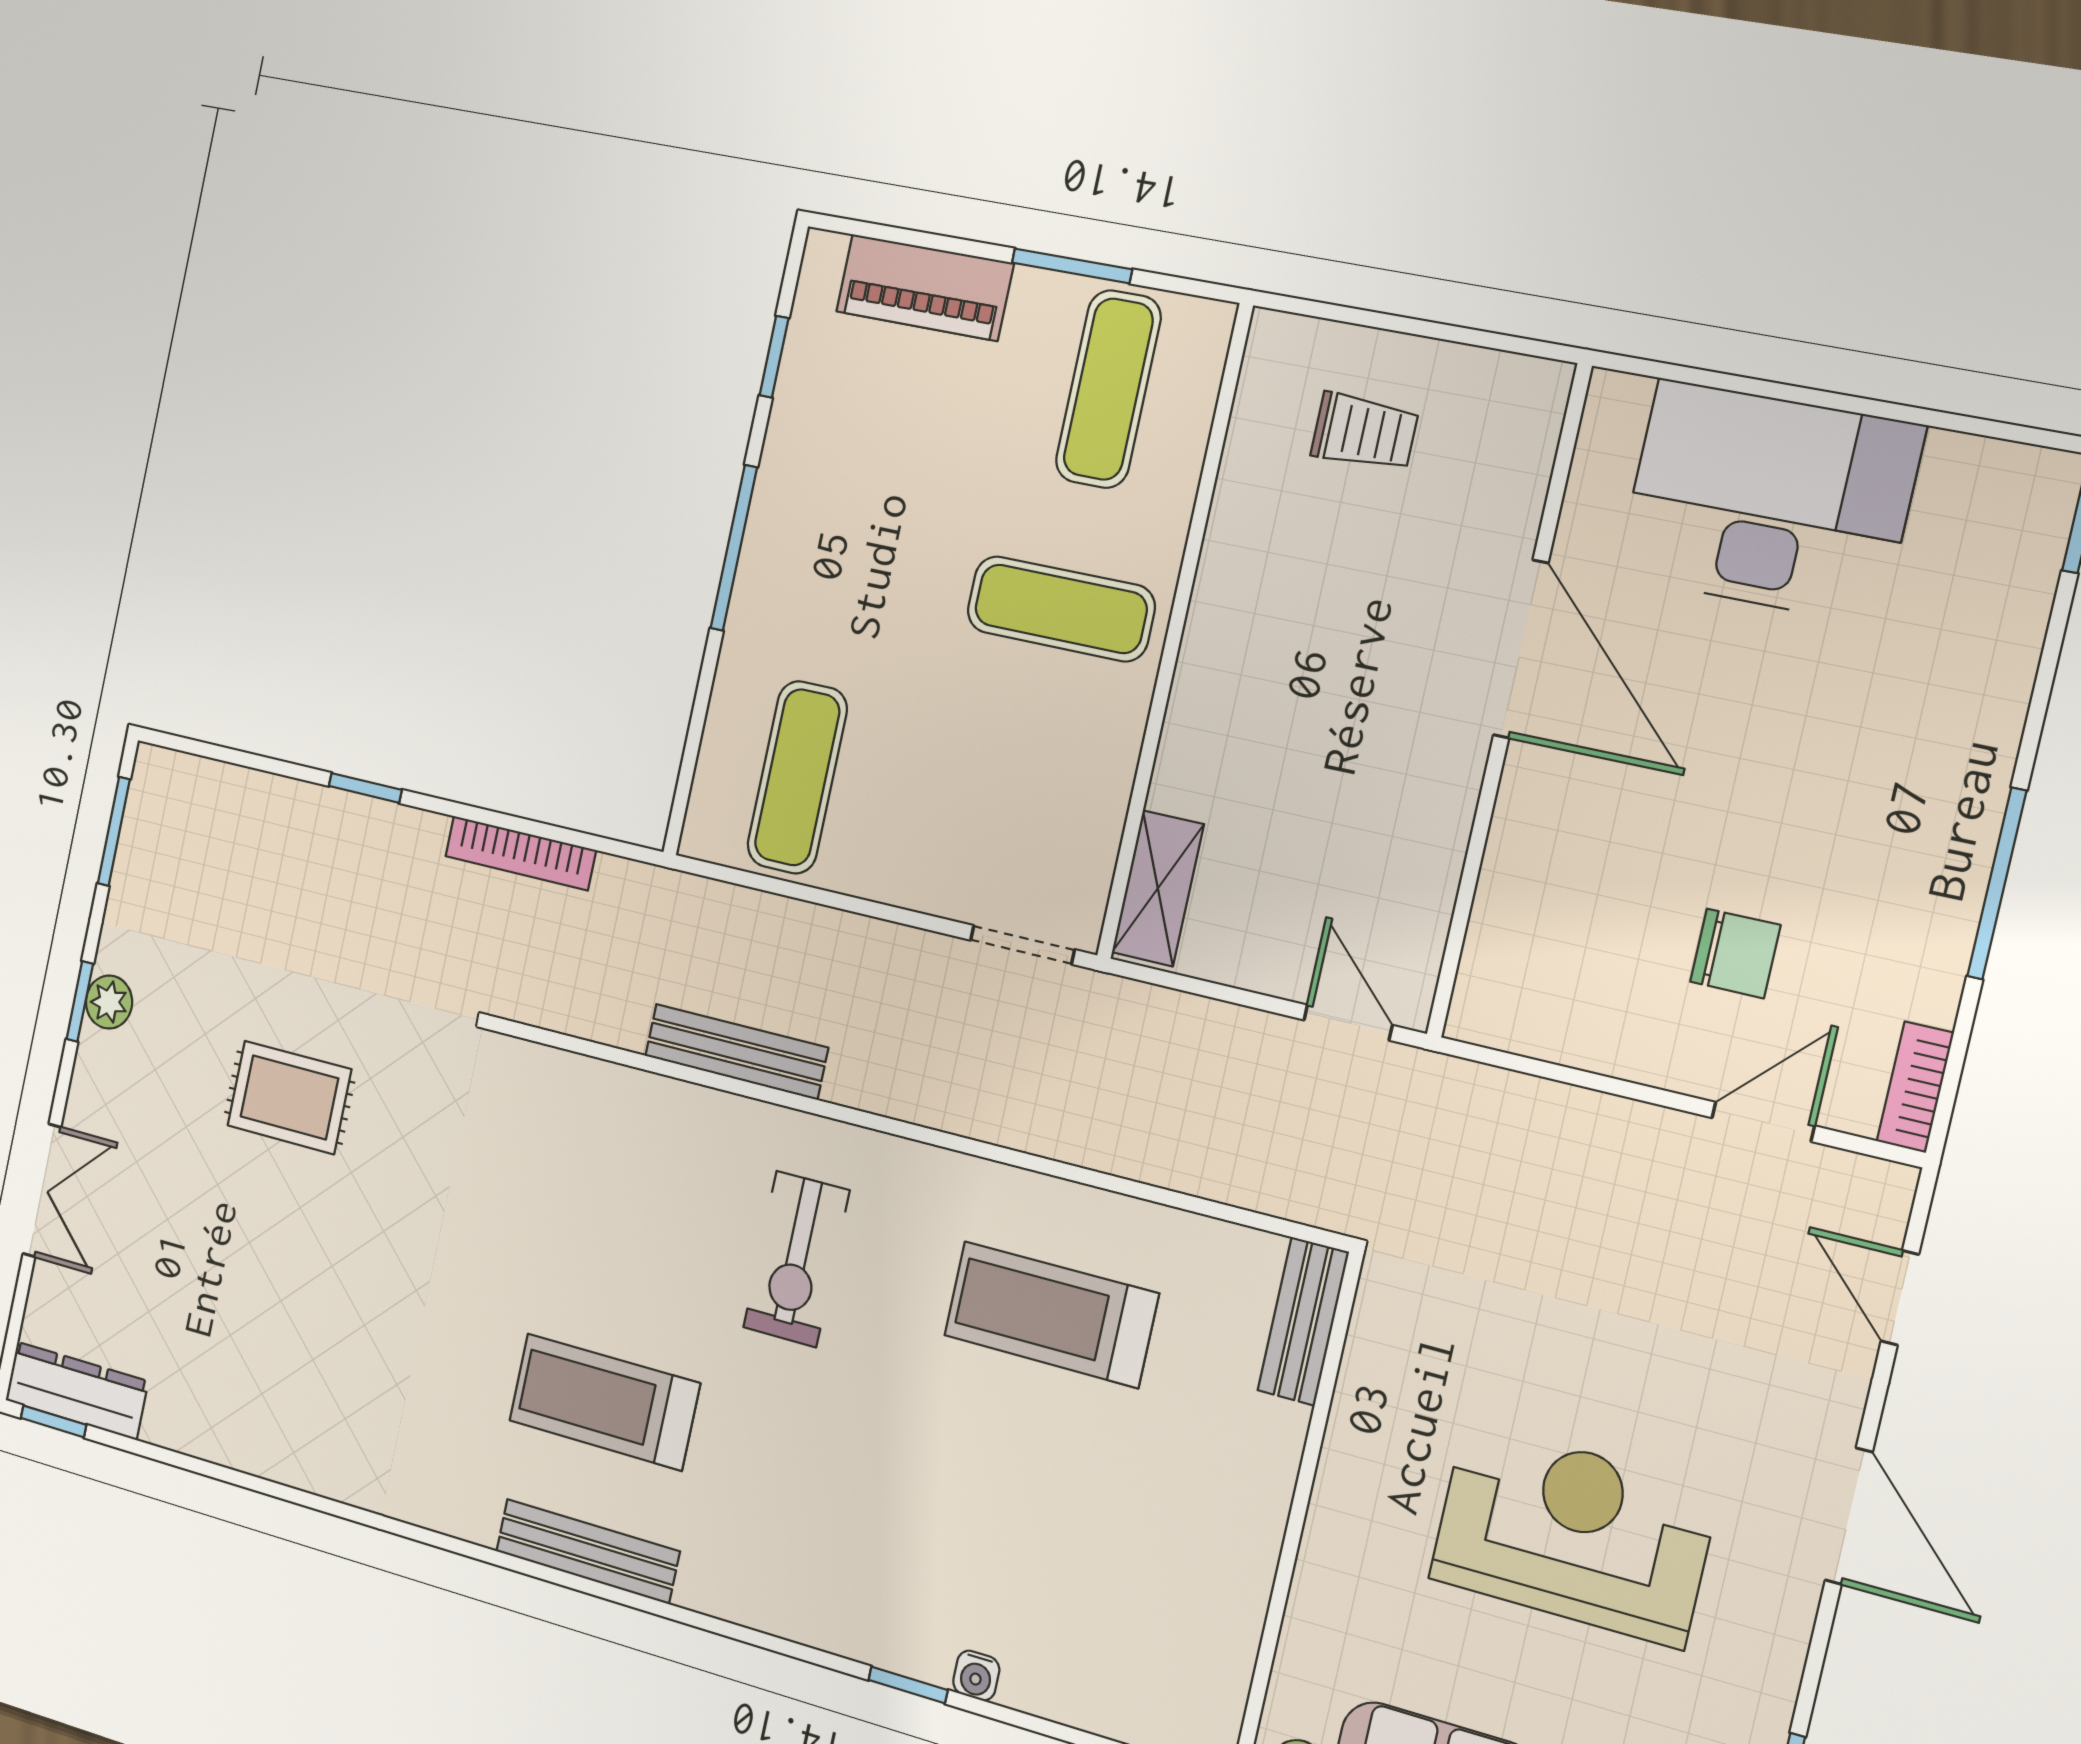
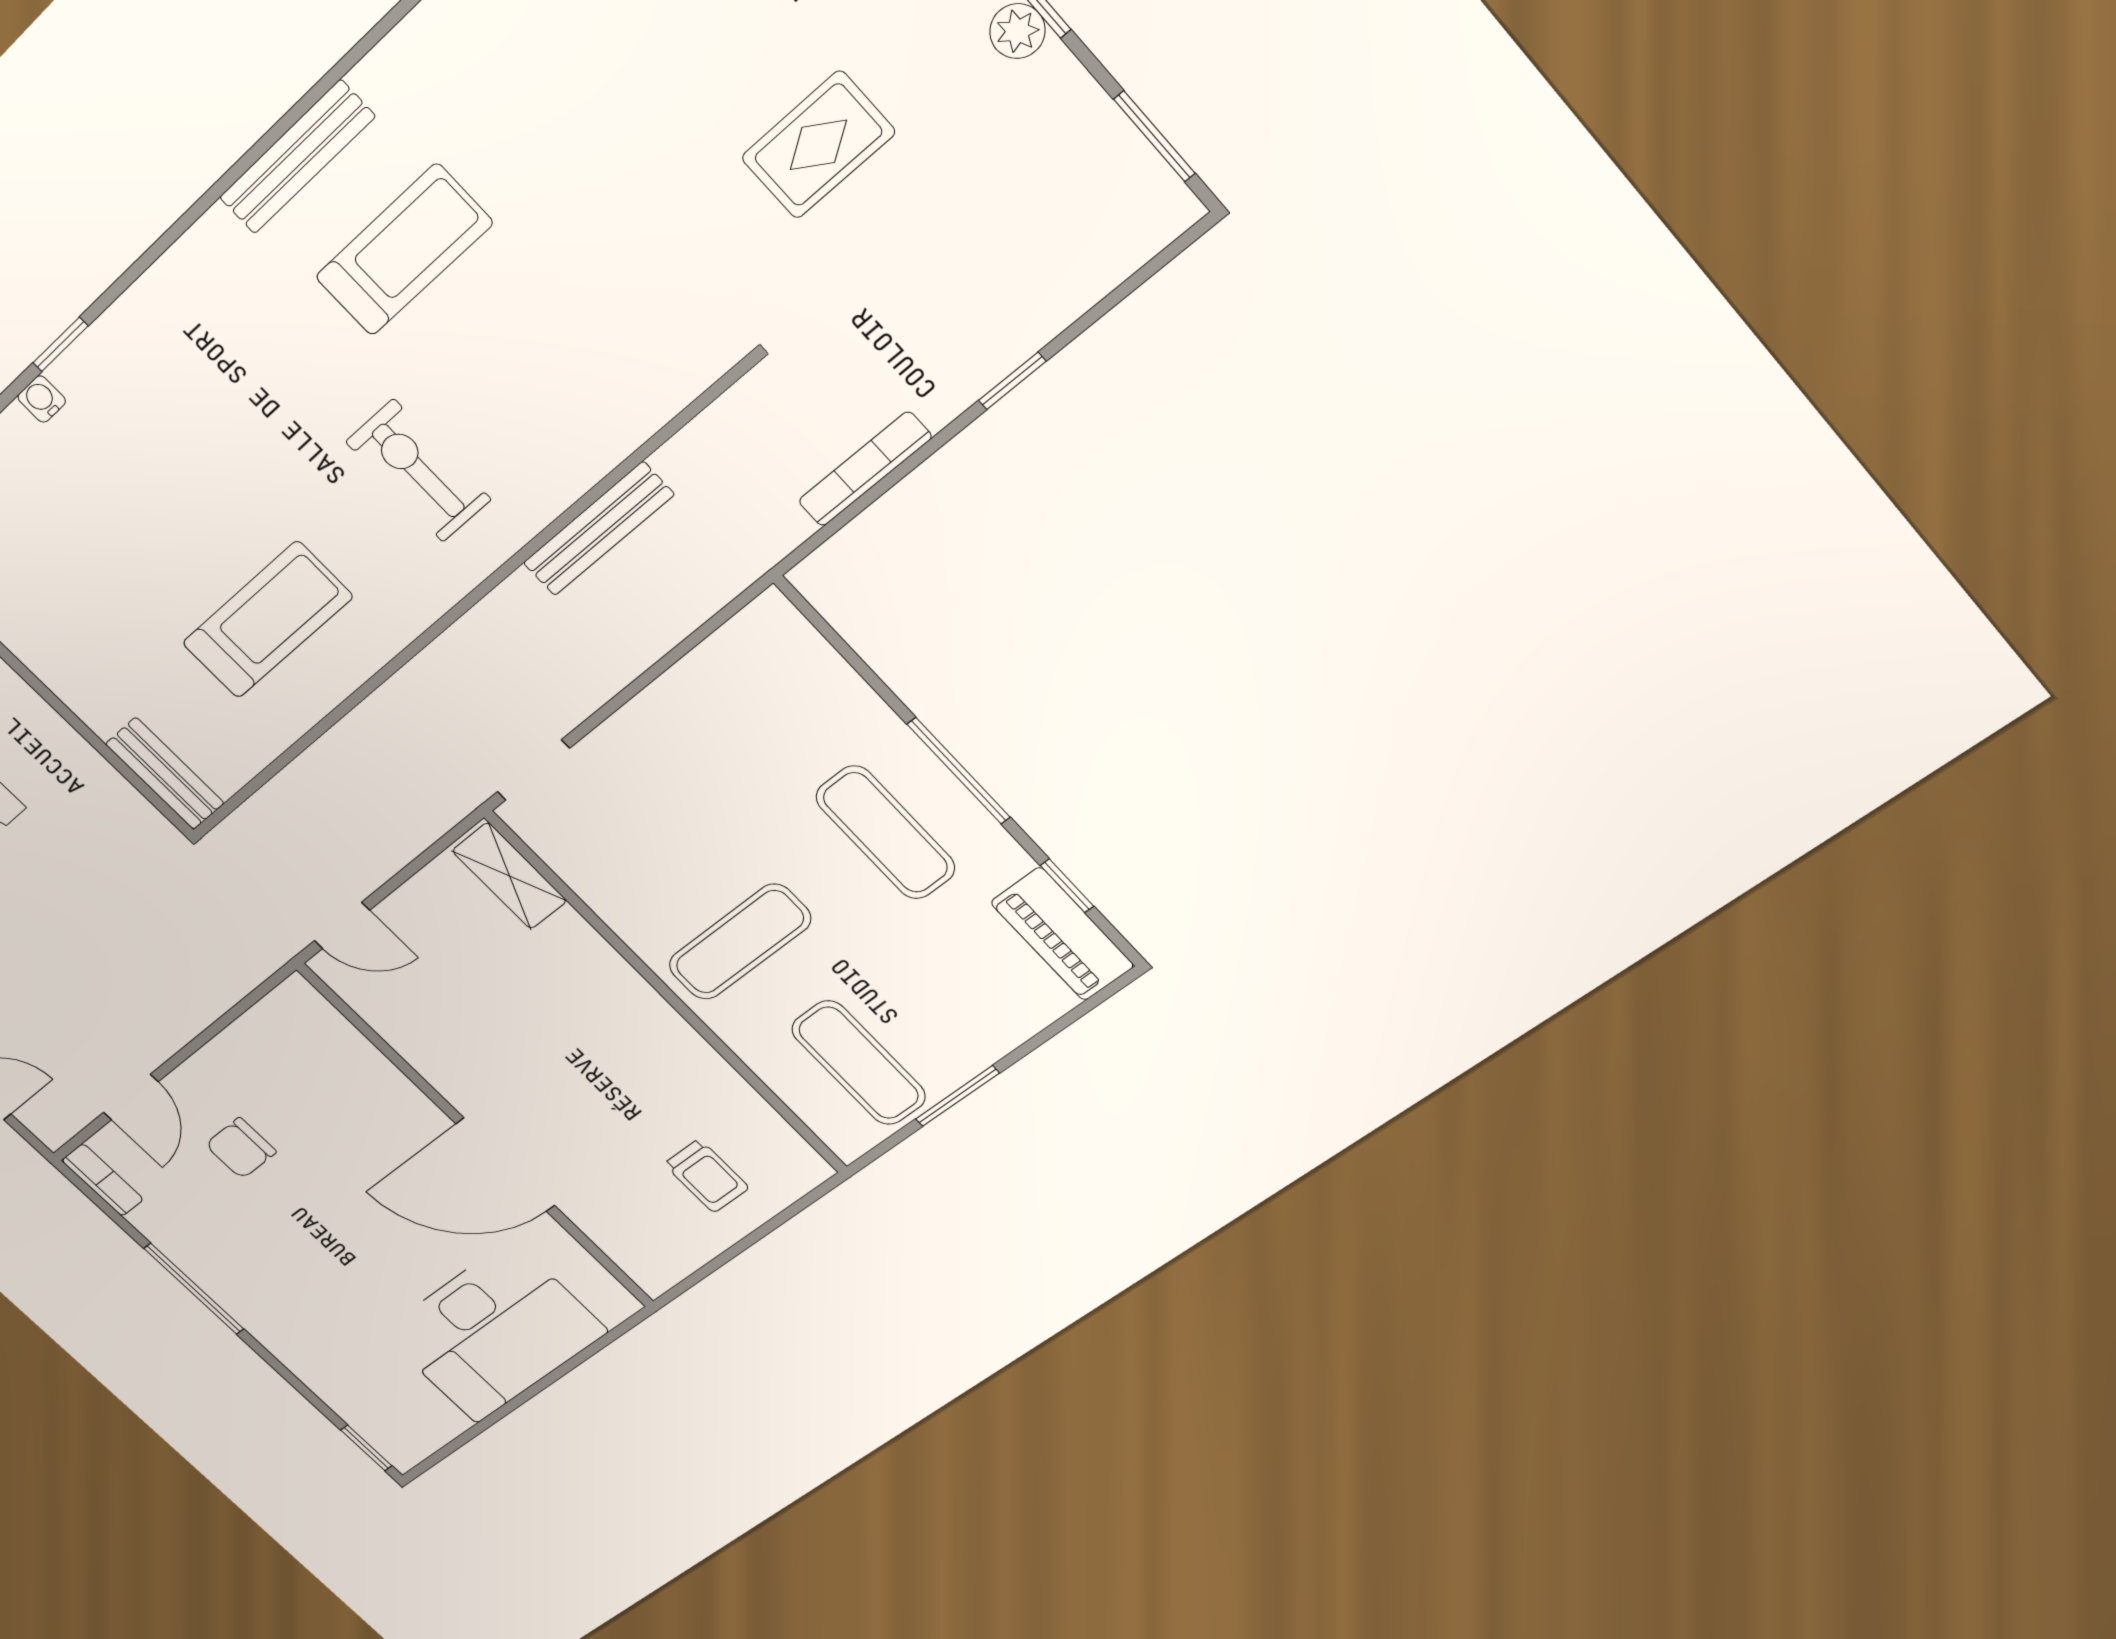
piano: (925, 287) -> (1062, 934), moved, turned -90
trolley: (1365, 432) -> (707, 1176), turned -90
exercise mat: (797, 777) -> (886, 833), moved

